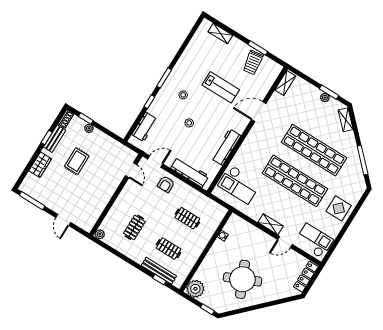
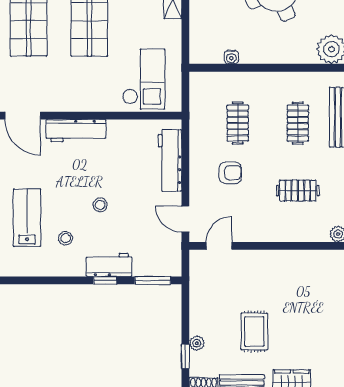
window: (164, 78) -> (153, 280), moved
lab bench: (221, 87) -> (27, 218), moved
workbench: (145, 127) -> (109, 265), moved
workbench: (226, 147) -> (76, 131), moved
rug: (77, 161) -> (254, 331), turned 90
armchair: (166, 184) -> (230, 173), moved

